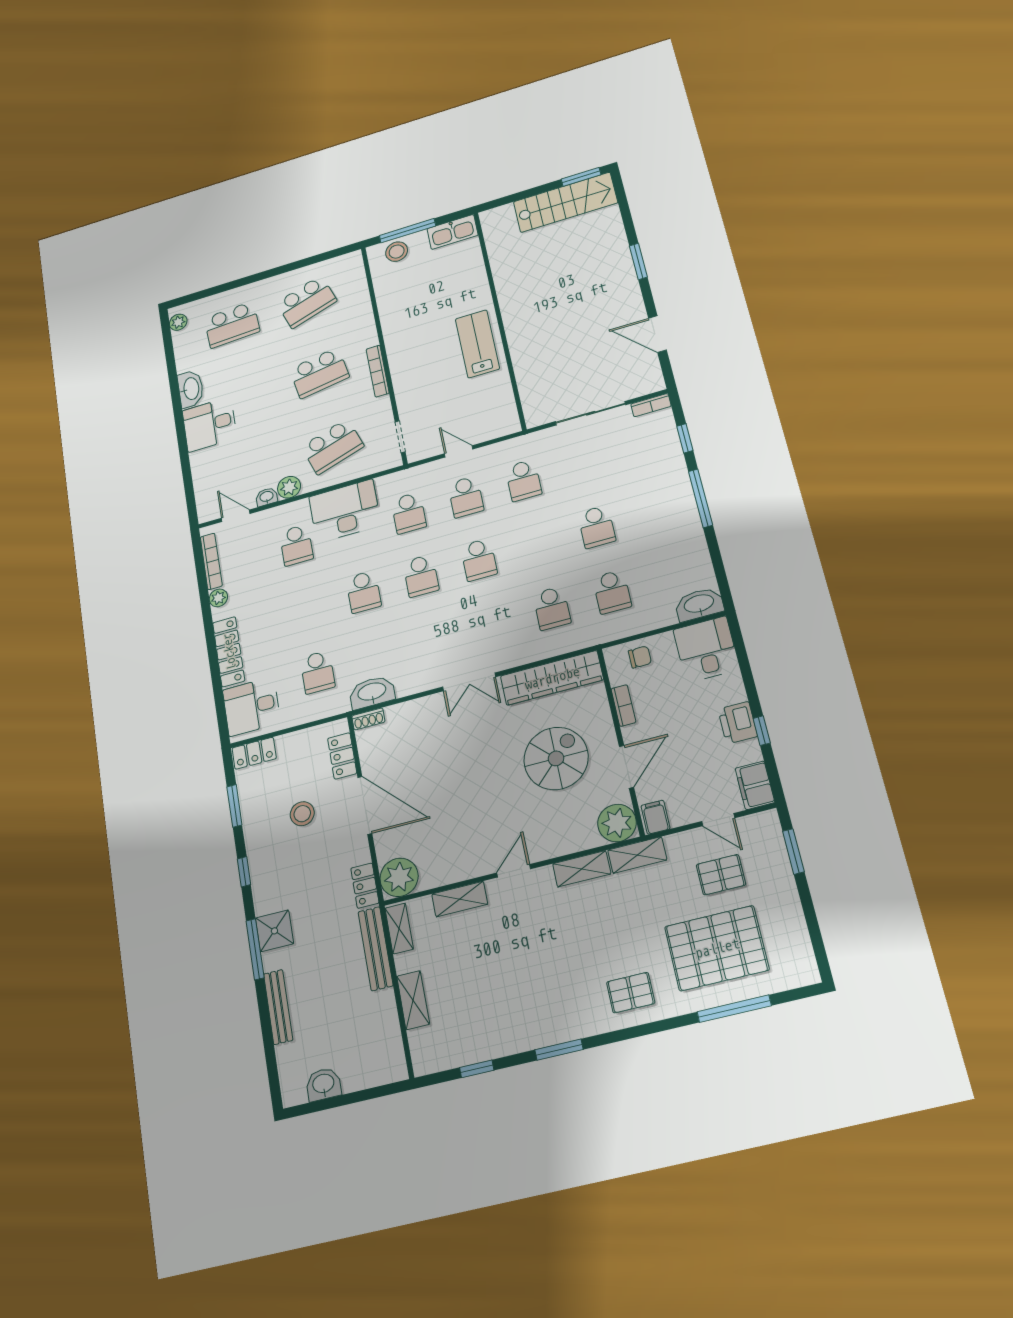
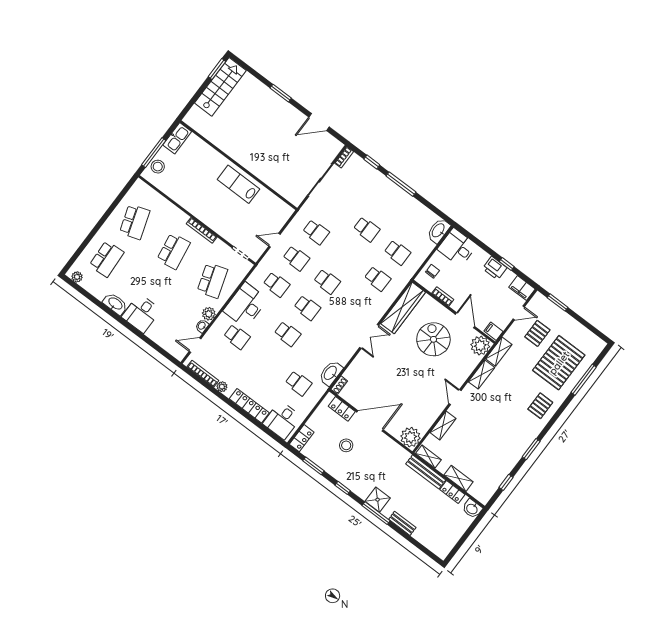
locker: (365, 886) -> (452, 492), moved
bench: (278, 1007) -> (402, 523), width x0.73
washbasin: (323, 1084) -> (472, 509), moved, turned -90

